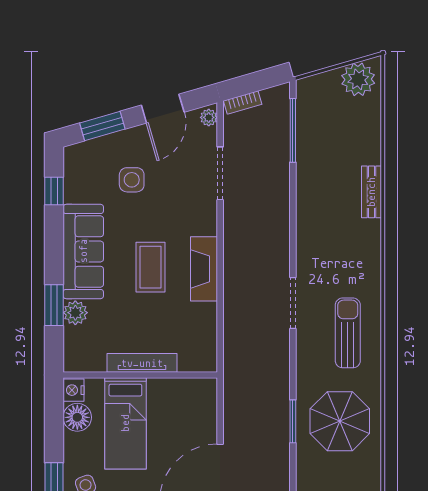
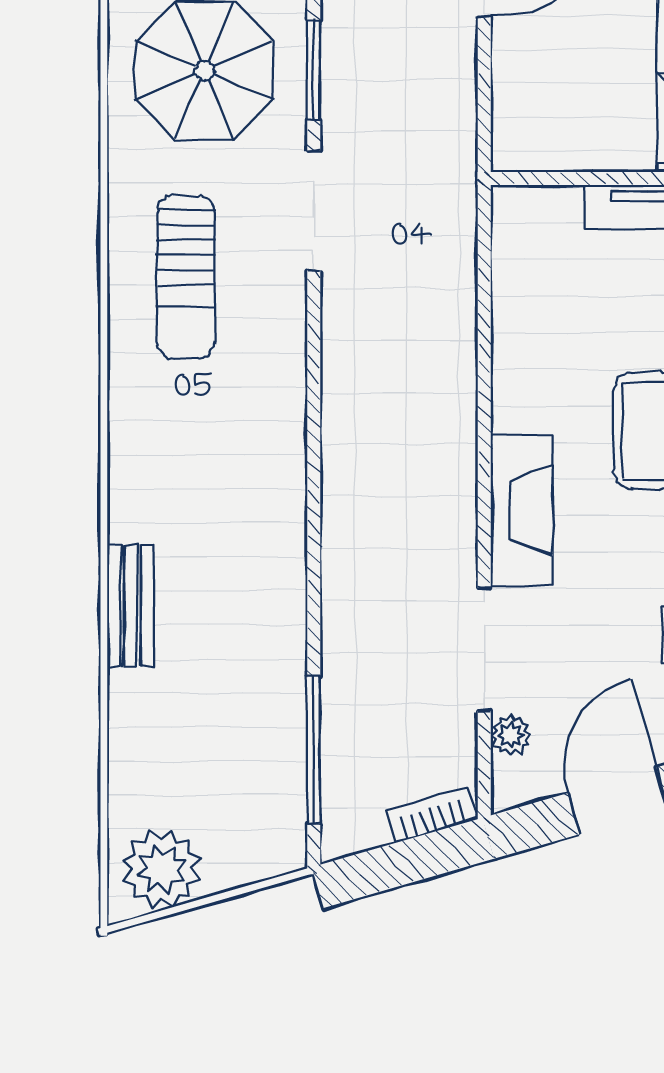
plant: (209, 117) -> (511, 735), moved
fireplace: (204, 269) -> (522, 510), moved
doorway: (293, 303) -> (314, 210), moved

